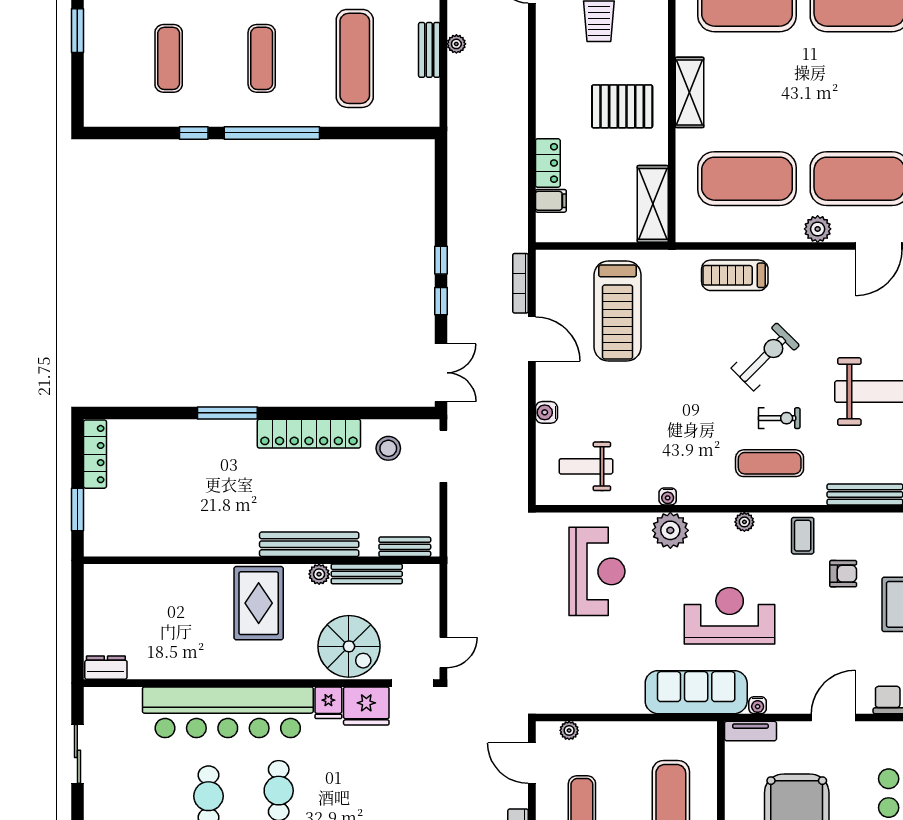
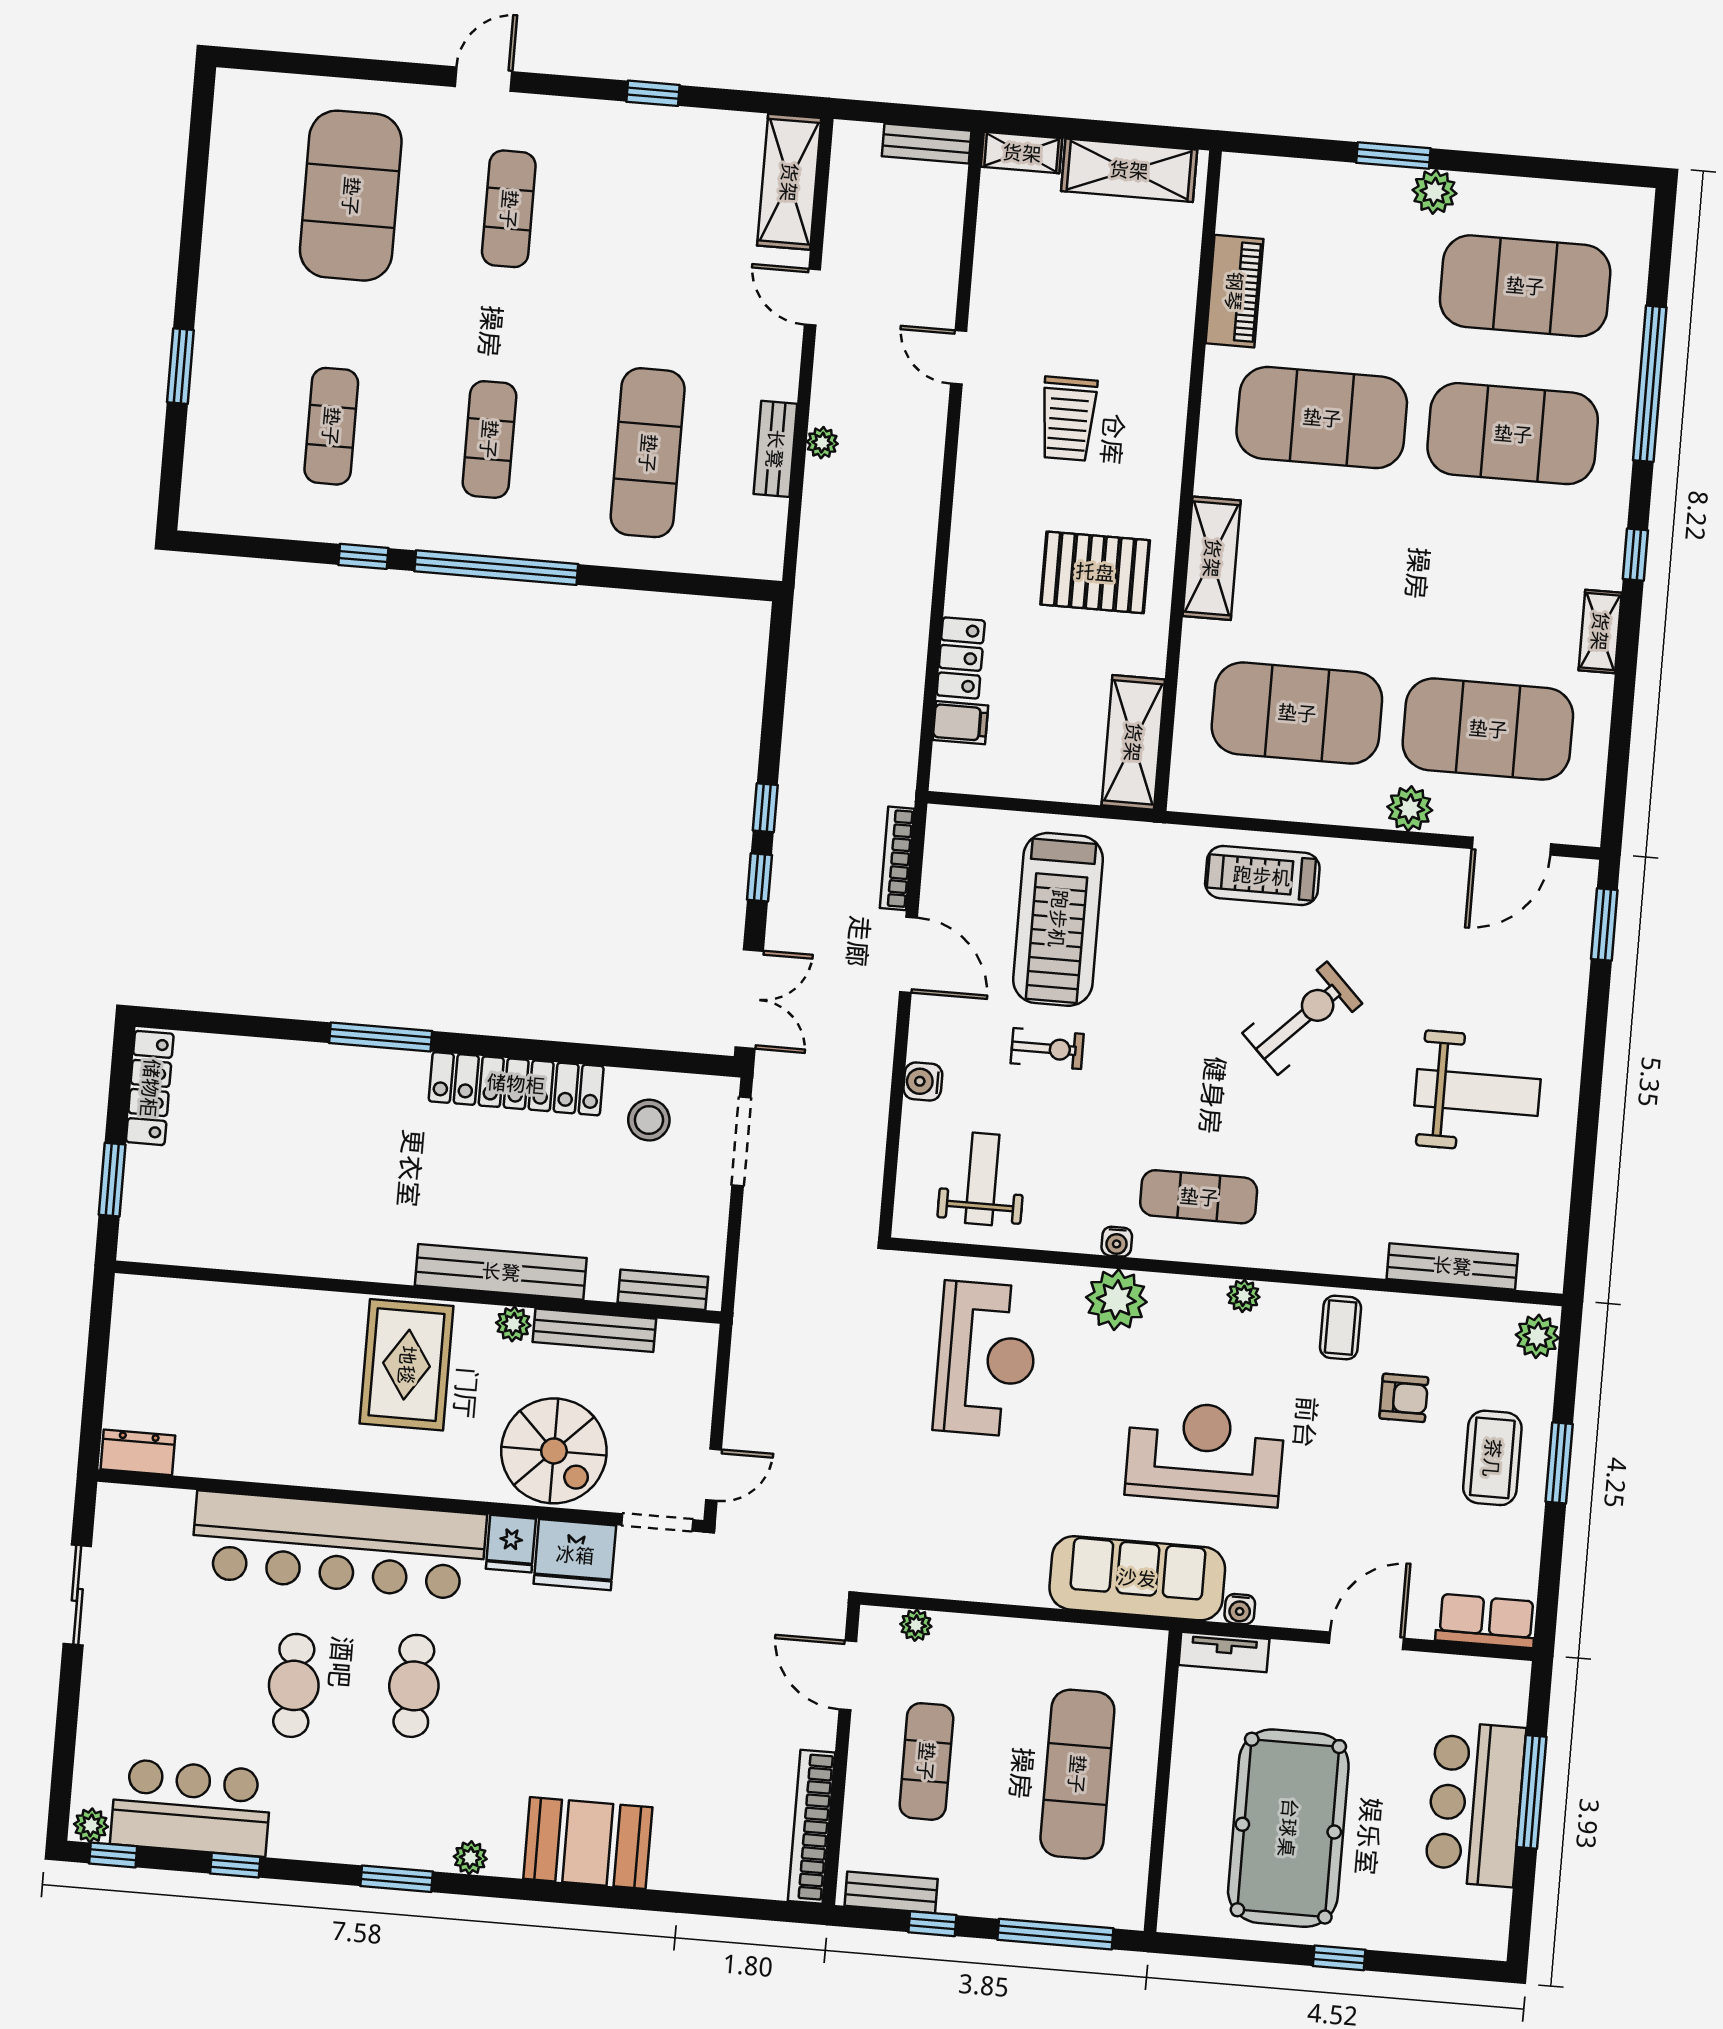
exercise bike: (779, 418) -> (1047, 1049), moved
exercise mat: (770, 463) -> (1199, 1197), moved
weight bench: (586, 466) -> (982, 1179), turned 90

